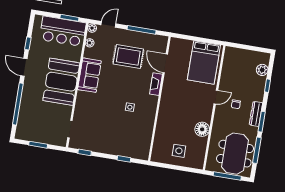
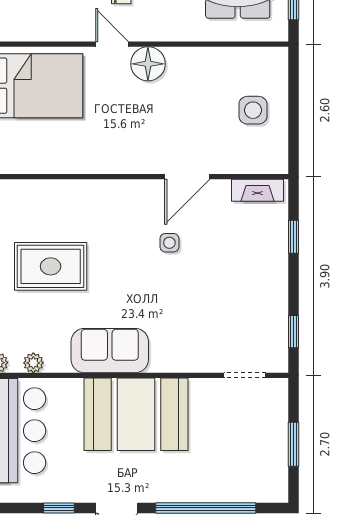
rug: (128, 56) -> (51, 266), turned 90
door: (165, 63) -> (187, 177), moved
fireplace: (156, 84) -> (257, 190), moved
floor lamp: (202, 129) -> (148, 64), moved

